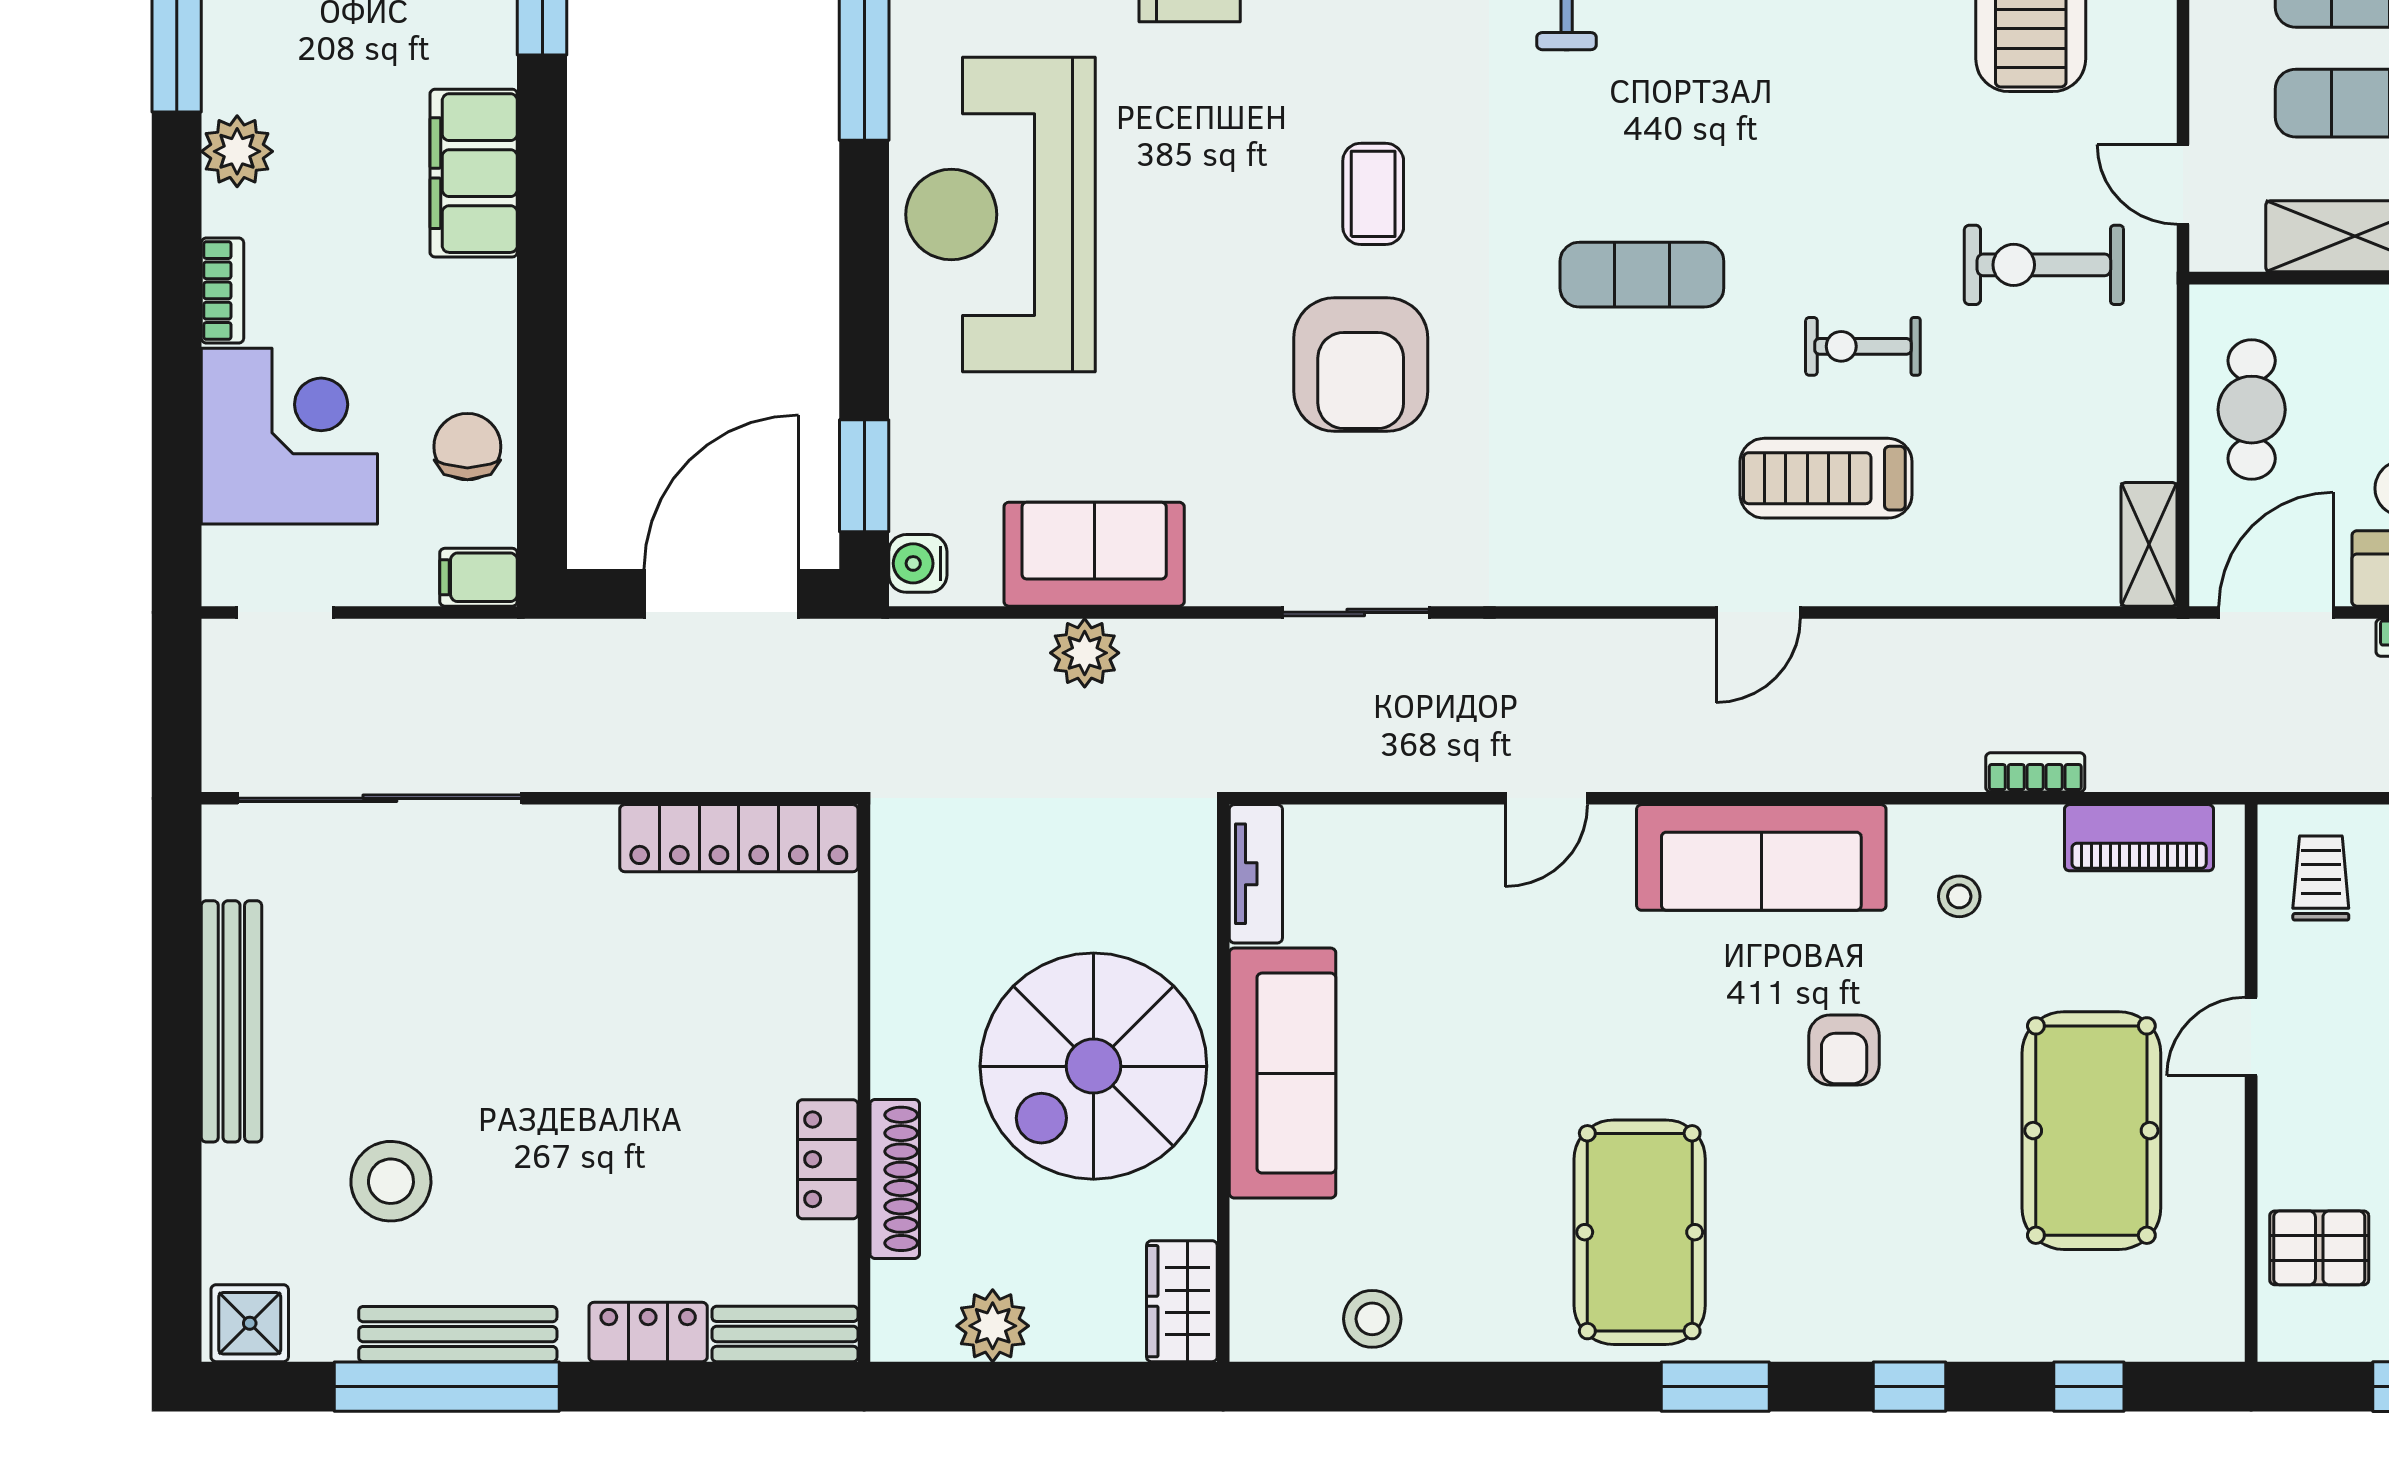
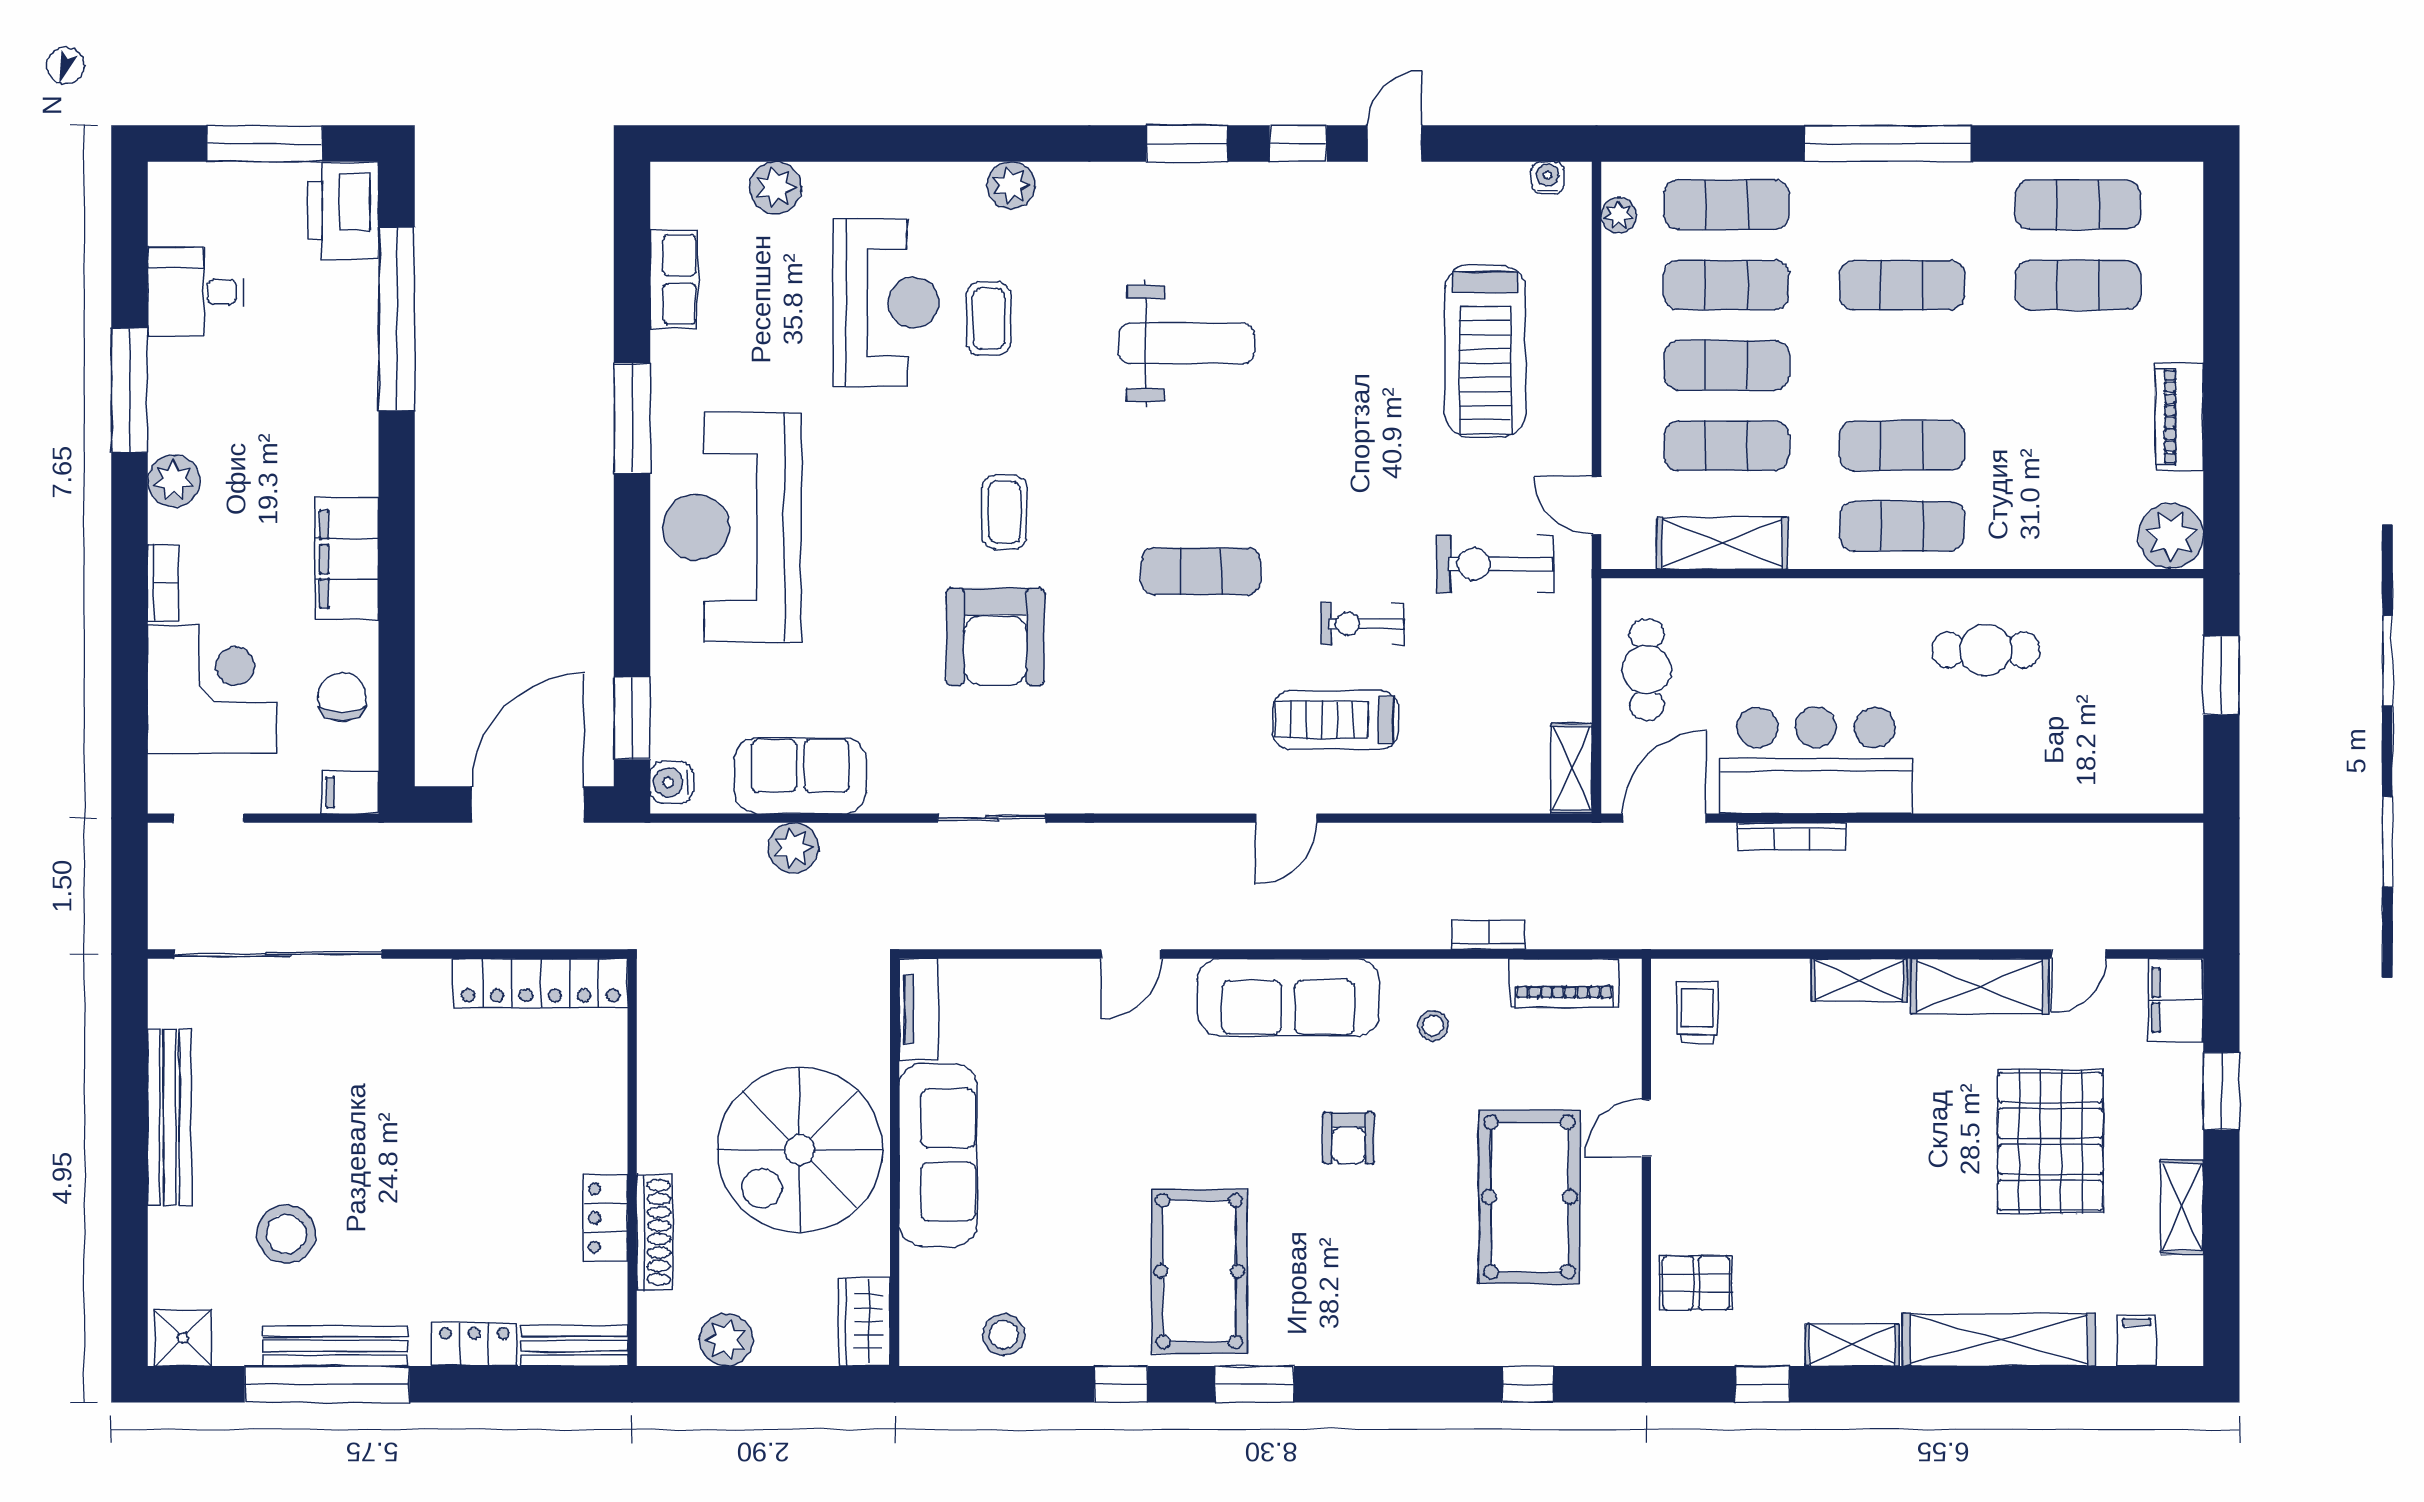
filing cabinet: (474, 173) -> (347, 559), moved
window: (1910, 1387) -> (1121, 1384), moved

